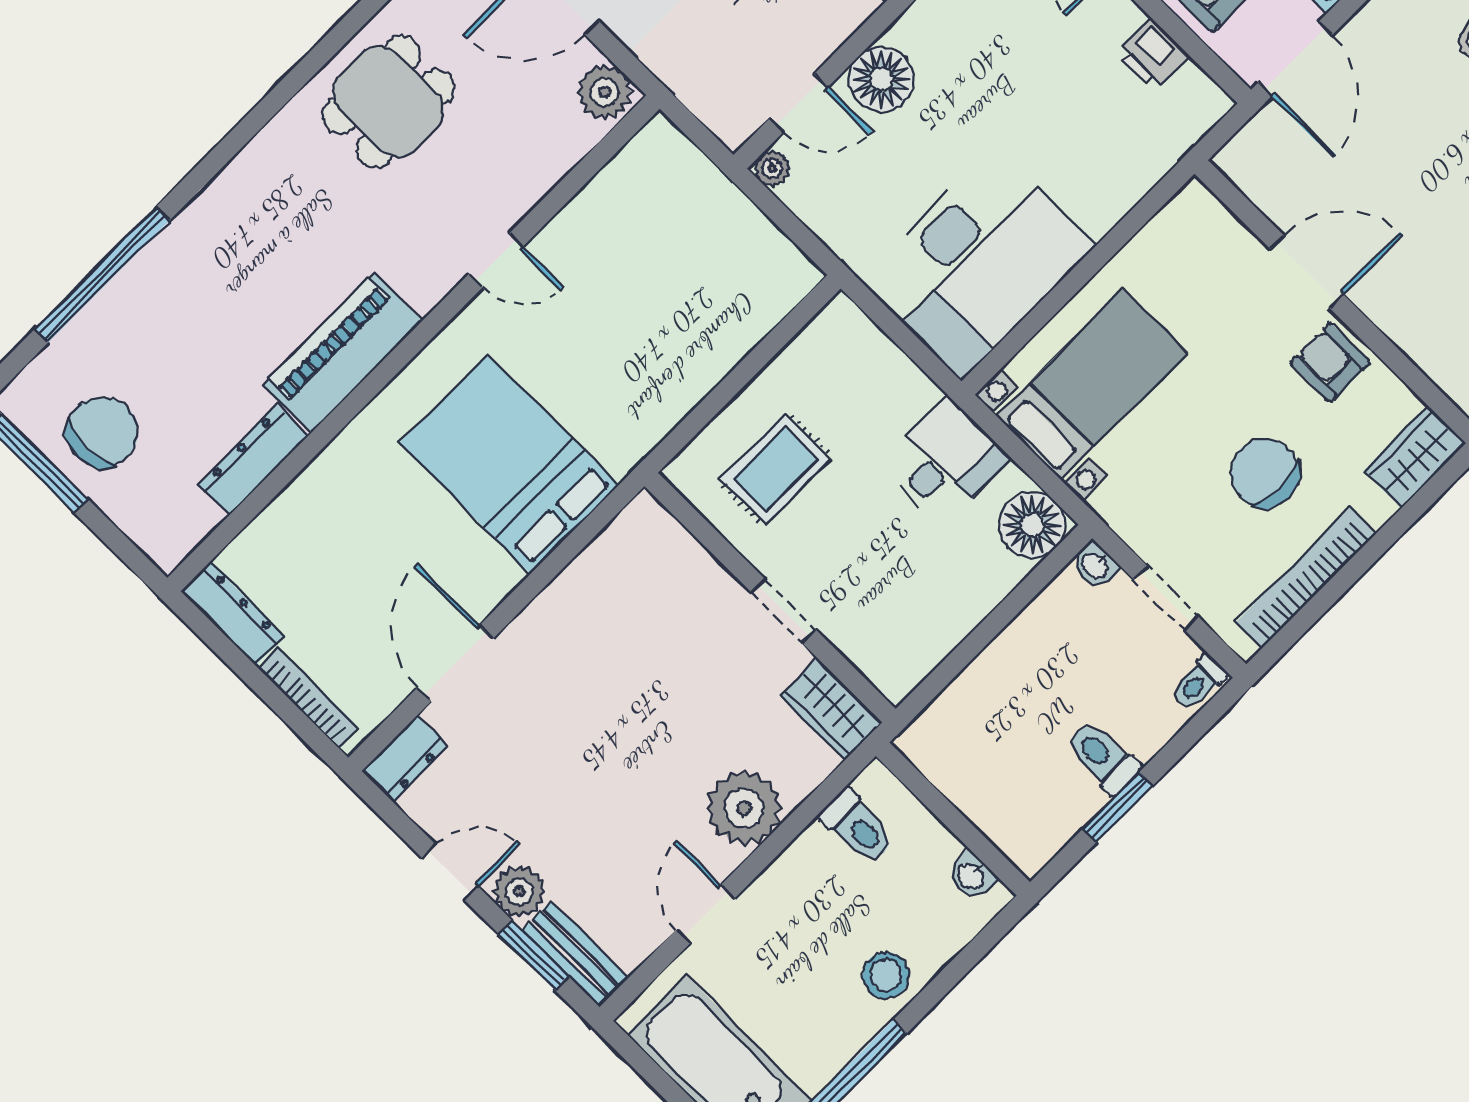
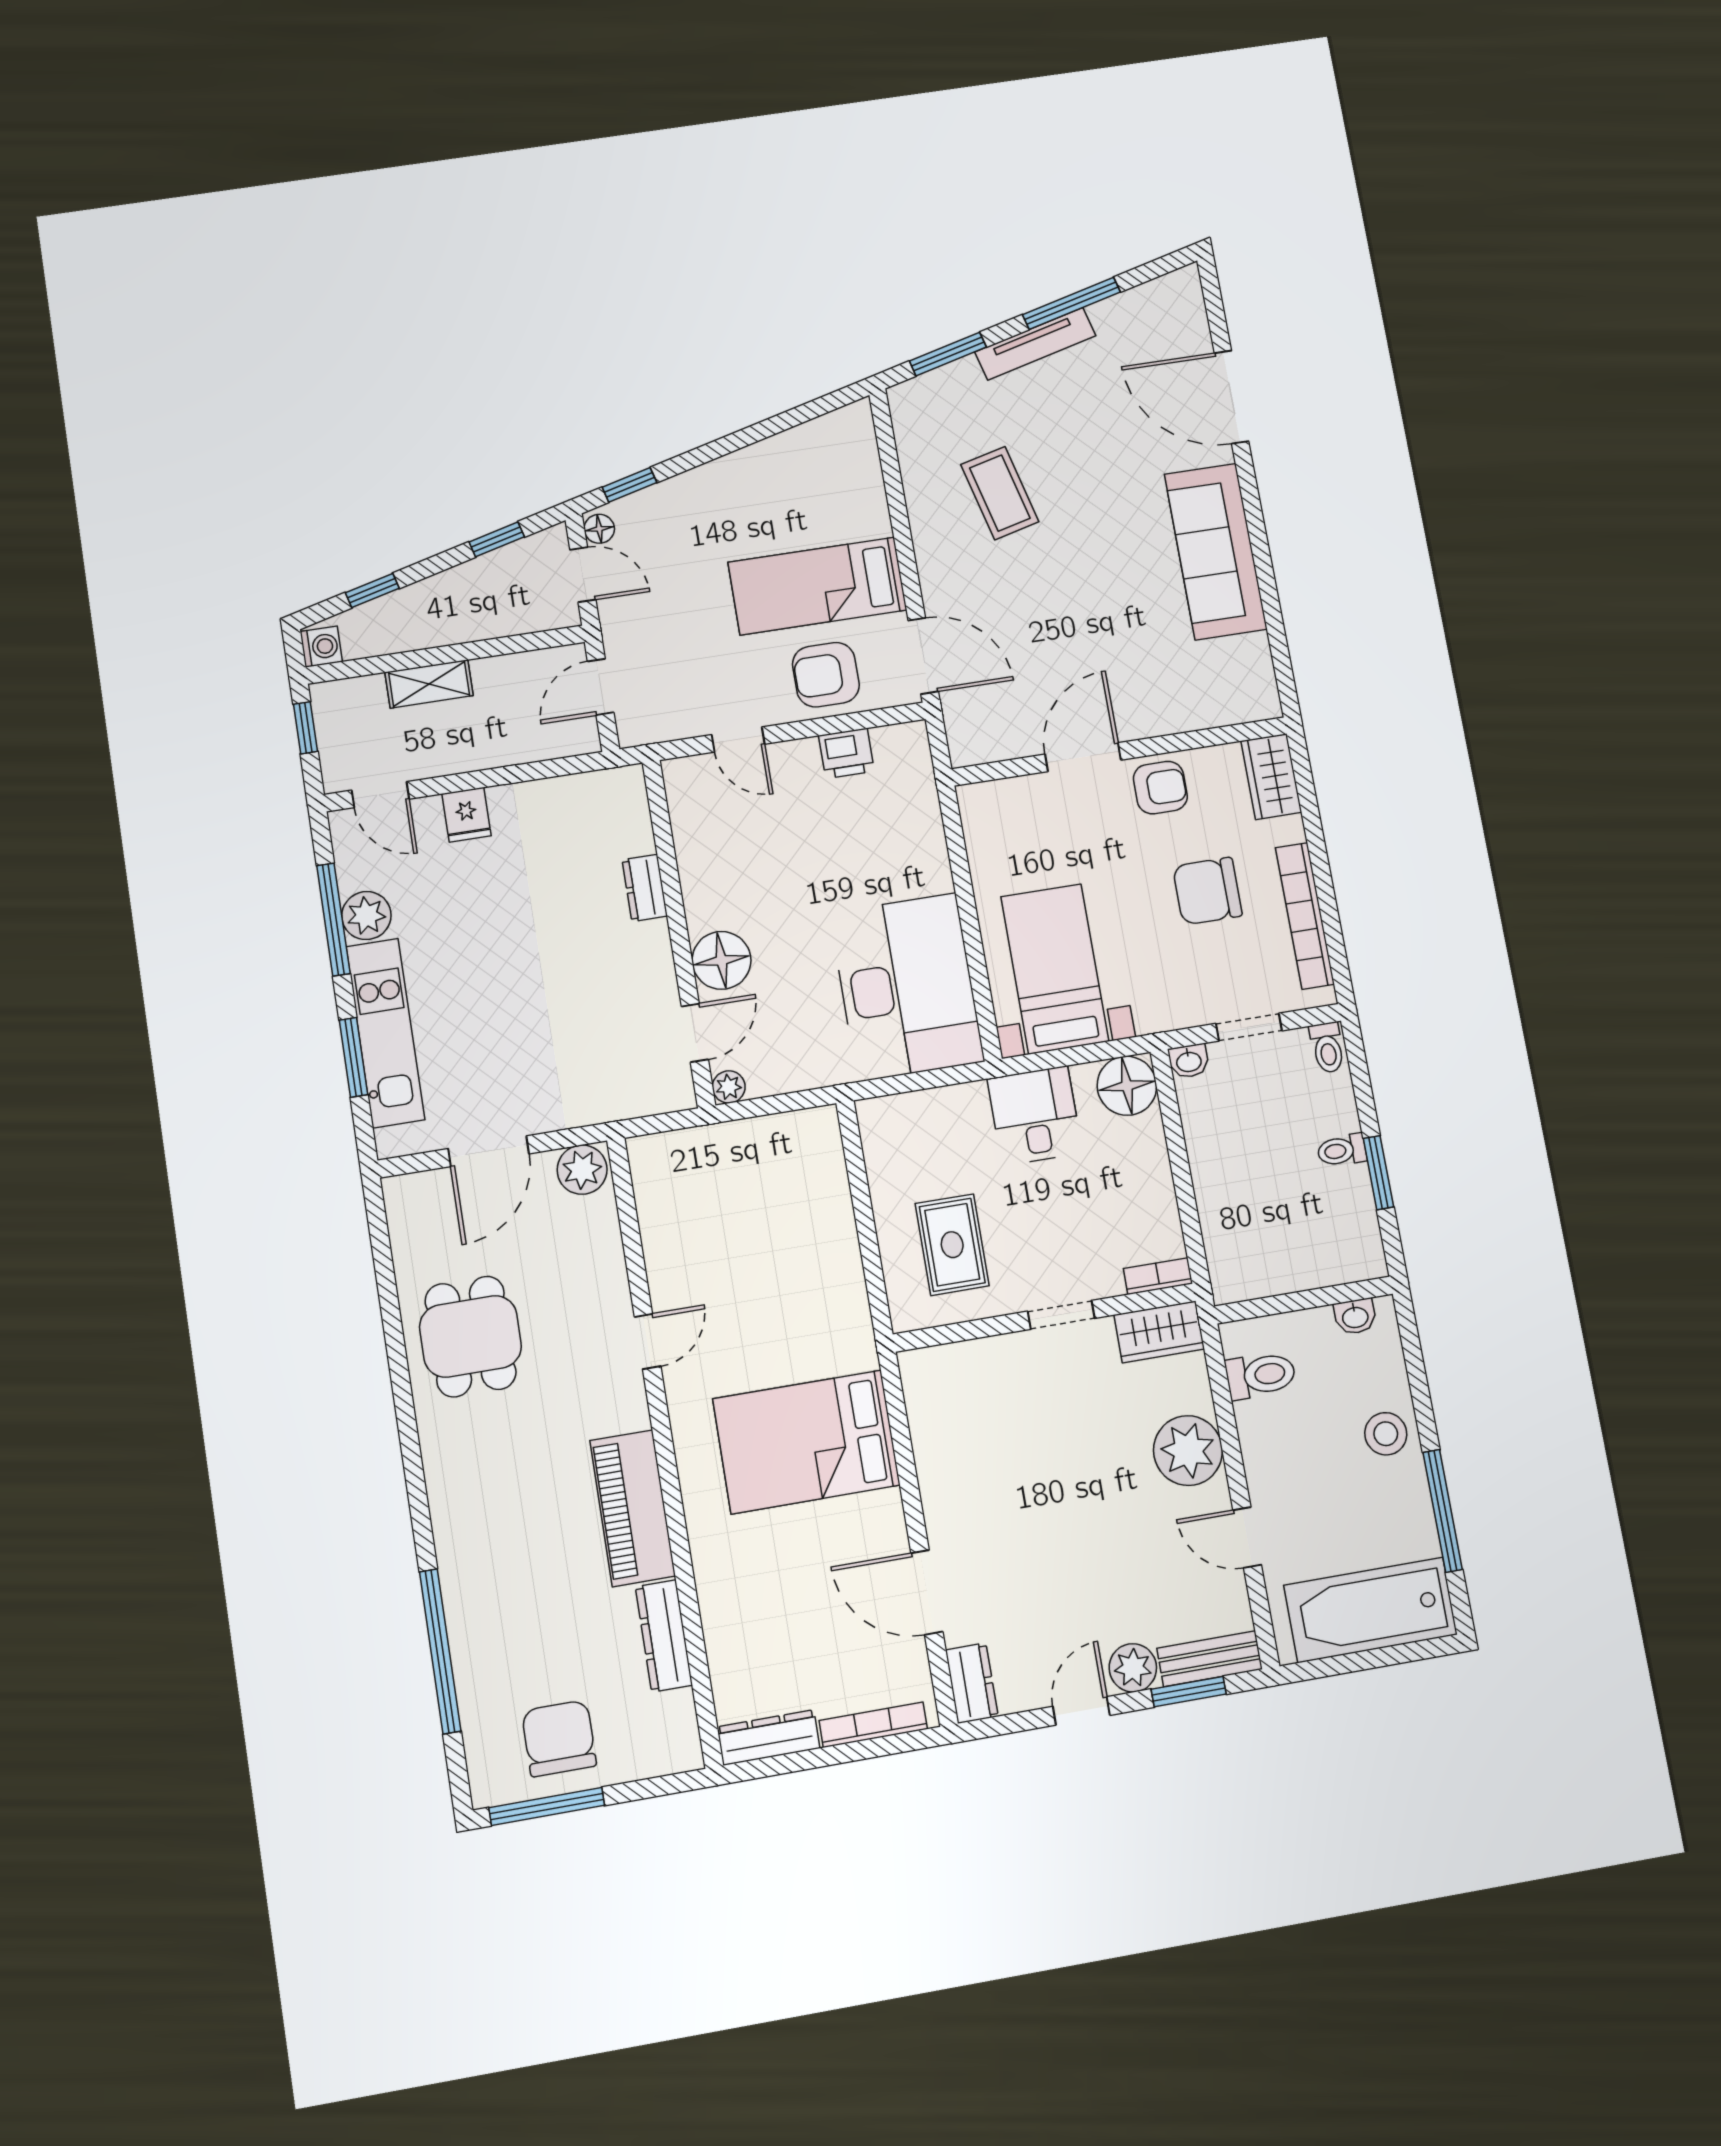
armchair: (1330, 363) -> (1160, 788), turned 180
bookcase: (880, 673) -> (1158, 1276), added
toilet: (1102, 757) -> (1342, 1150), width x0.73, depth x0.72

